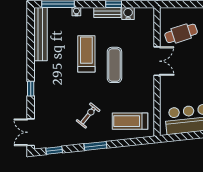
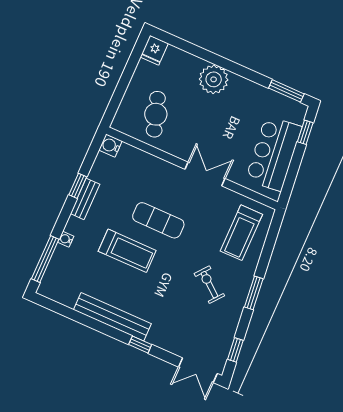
water cooler: (128, 14) -> (110, 146), moved
bench: (40, 34) -> (112, 317), moved
treadmill: (86, 54) -> (127, 251), turned 180
double door: (157, 61) -> (205, 174), moved

